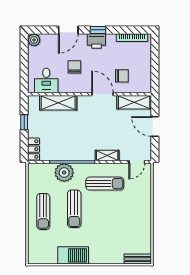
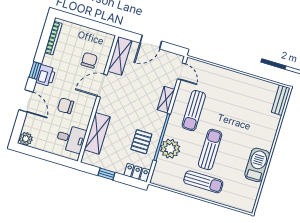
pallet: (63, 145) -> (141, 142), added
sun lounger: (105, 184) -> (194, 111), turned 180
sun lounger: (74, 209) -> (210, 149), turned -90

